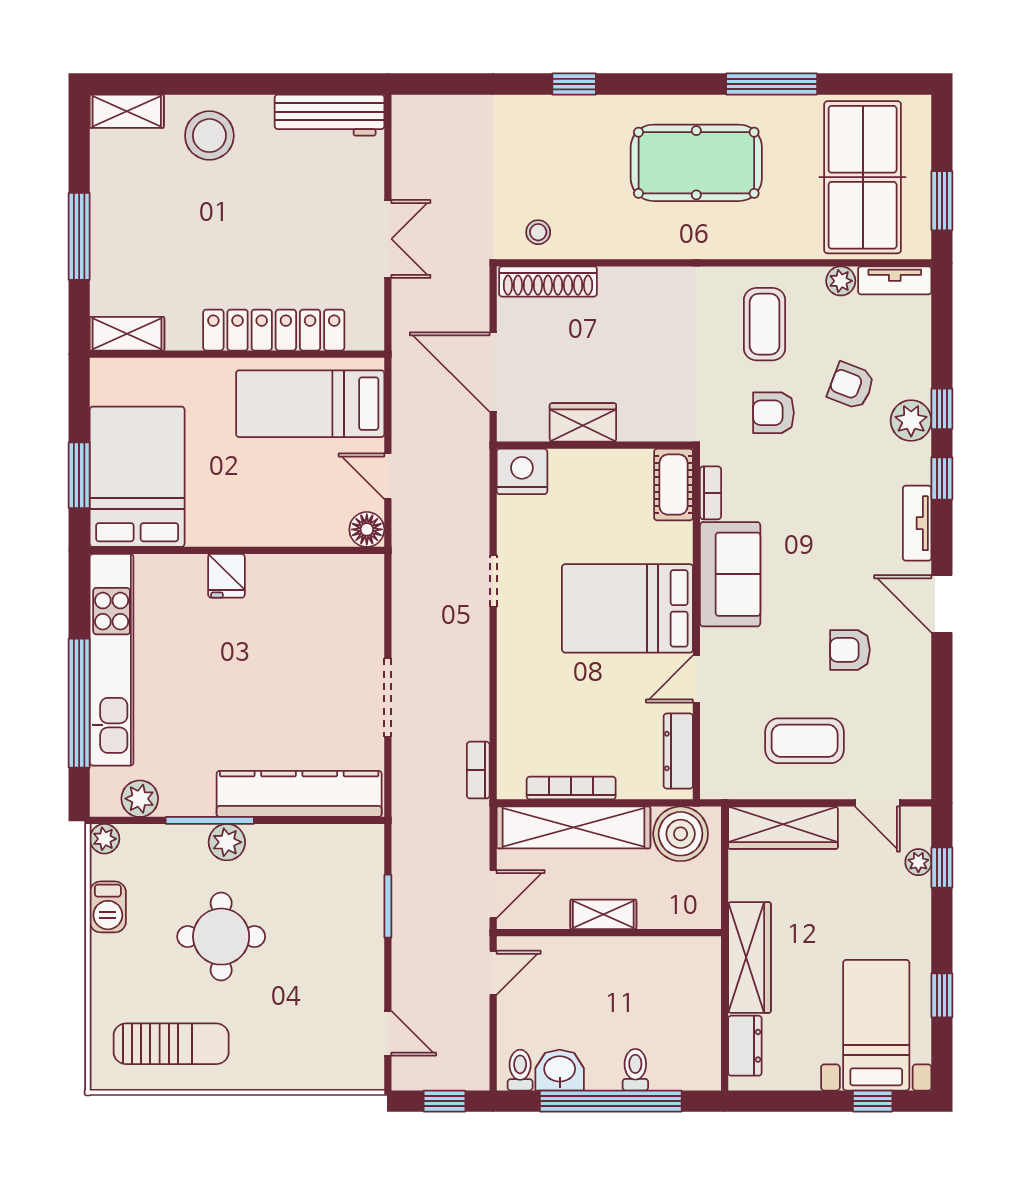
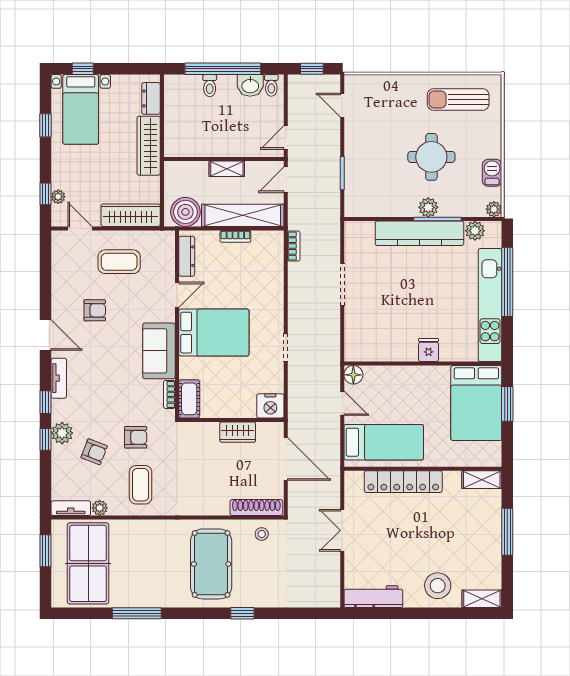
pool table: (696, 163) -> (211, 564), moved, turned 90
bookcase: (571, 788) -> (235, 236), width x0.64
kitchen counter: (299, 794) -> (419, 233), moved

